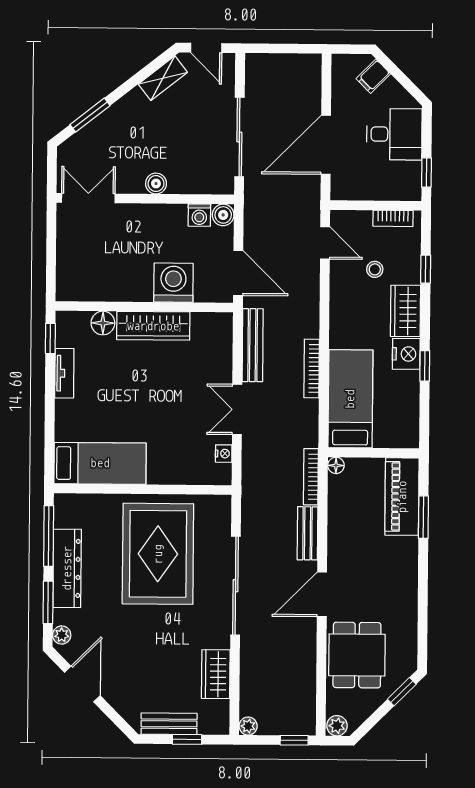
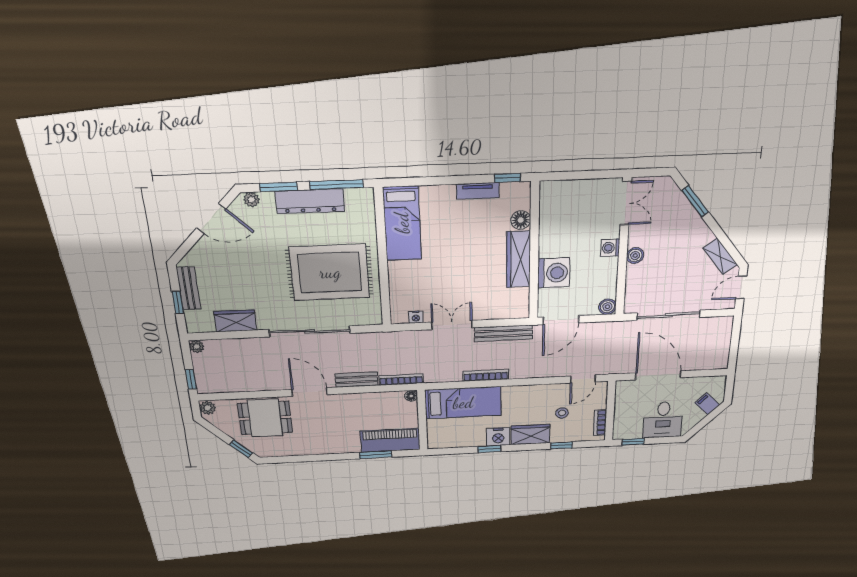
washing machine: (199, 215) -> (610, 248), moved

